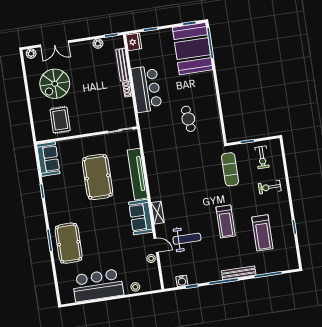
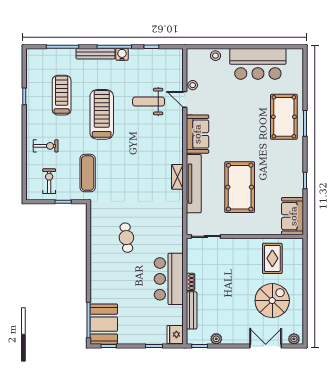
booth: (193, 49) -> (104, 324), width x0.73, depth x0.70
shelving: (158, 213) -> (177, 177), moved
treadmill: (226, 222) -> (102, 114), width x1.37, depth x1.38
water cooler: (182, 281) -> (122, 54), moved

